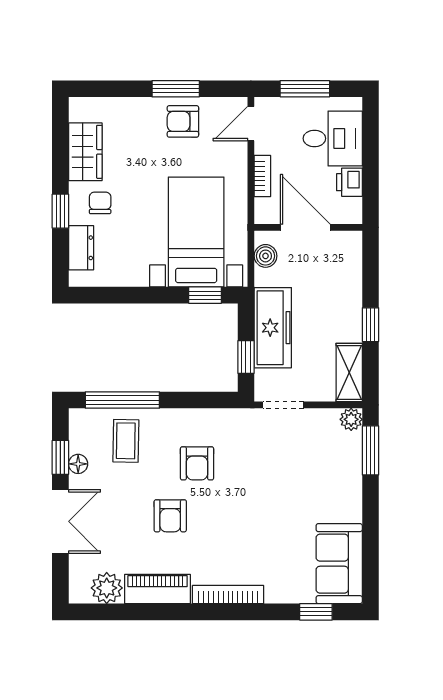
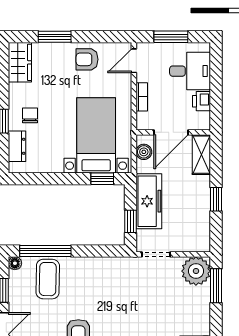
window: (176, 89) -> (55, 37), moved
wardrobe: (85, 152) -> (20, 62), moved
door: (305, 227) -> (171, 132), swing flipped
shelving: (349, 372) -> (201, 155), moved
plant: (351, 419) -> (196, 271), width x1.88, depth x1.88
coffee table: (126, 441) -> (48, 279), width x1.36, depth x1.30
armchair: (197, 463) -> (97, 295), removed
floor lamp: (78, 464) -> (15, 263), moved

